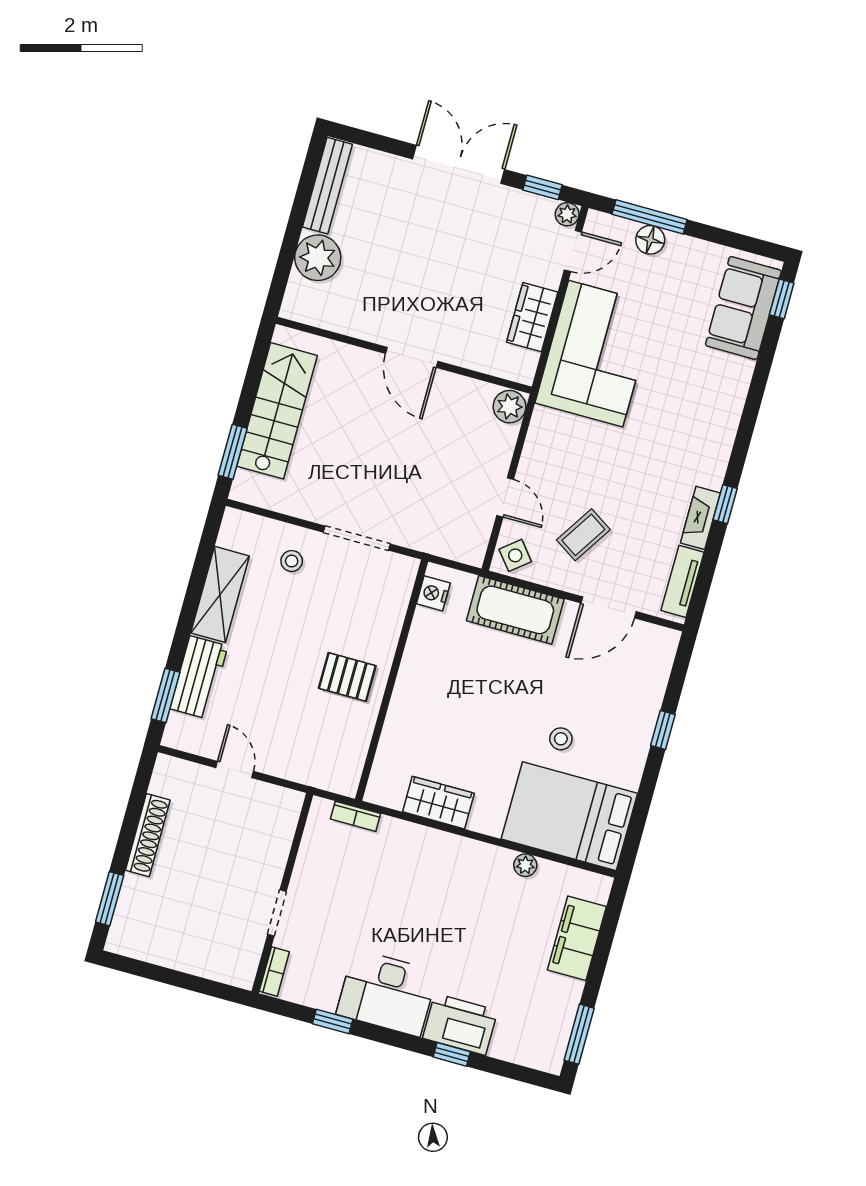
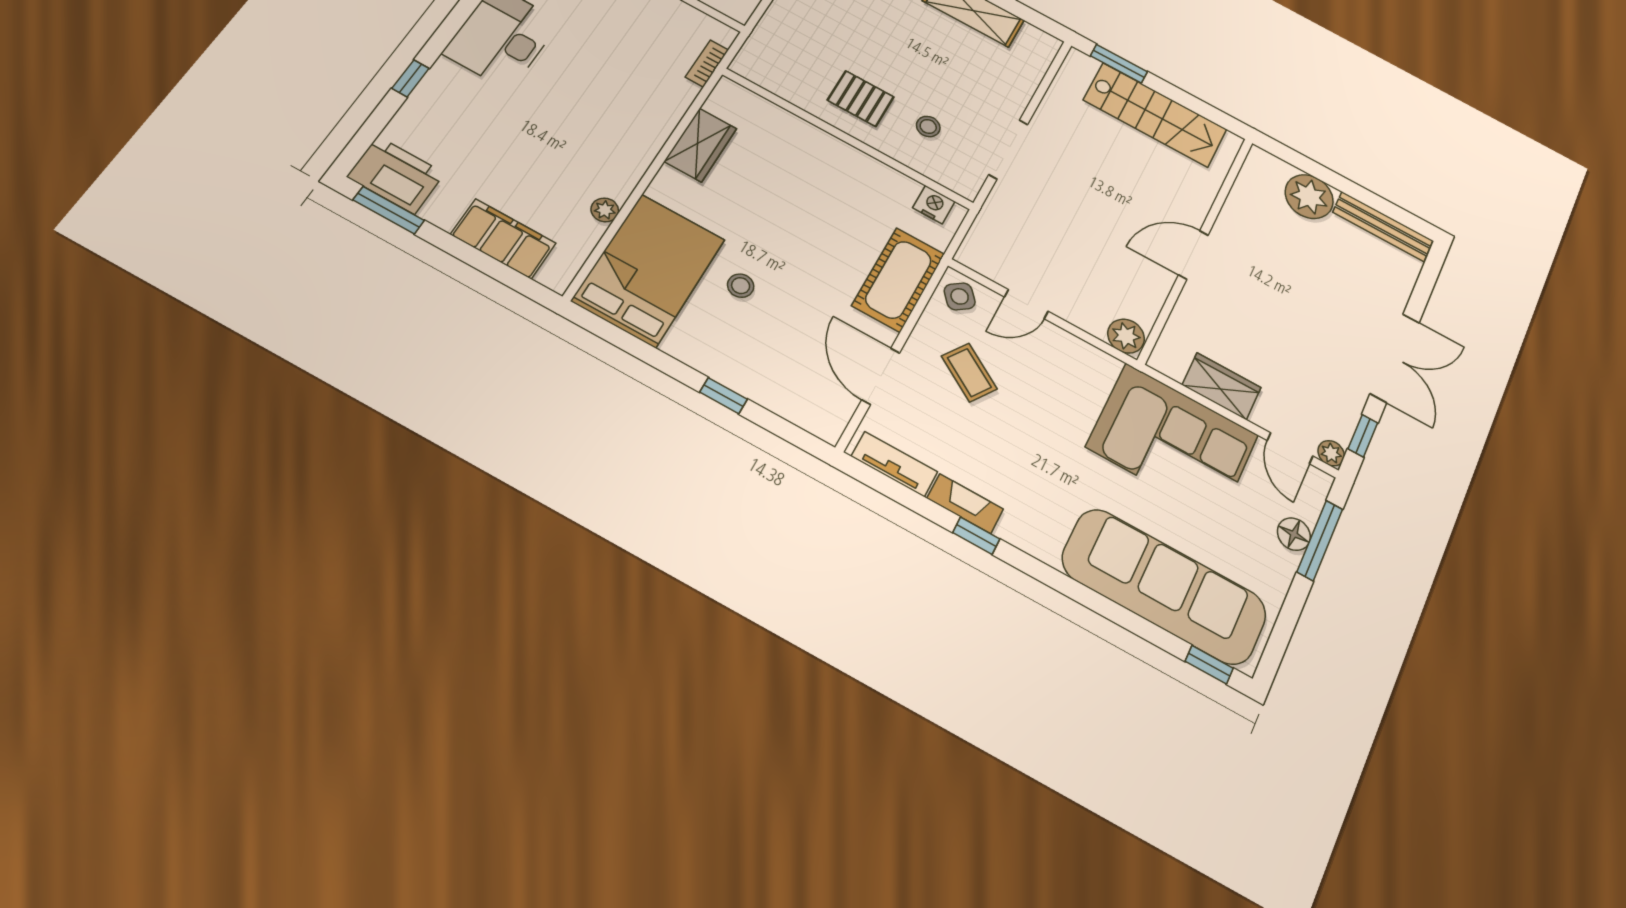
sofa: (743, 308) -> (1164, 586), width x1.85, depth x1.27
stool: (292, 561) -> (928, 126), moved
pallet: (347, 677) -> (861, 99), turned 90
printer: (460, 1024) -> (396, 175), moved, turned -90

